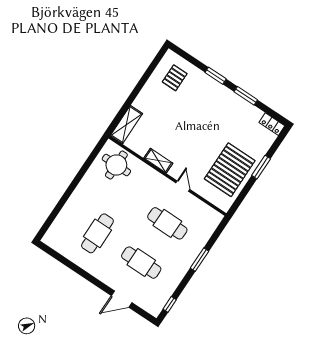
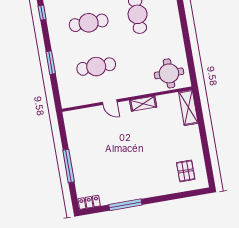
window: (216, 76) -> (159, 199), removed
window: (246, 96) -> (125, 205), width x1.44
window: (261, 167) -> (69, 166), width x1.44
pallet: (230, 170) -> (88, 144), removed

